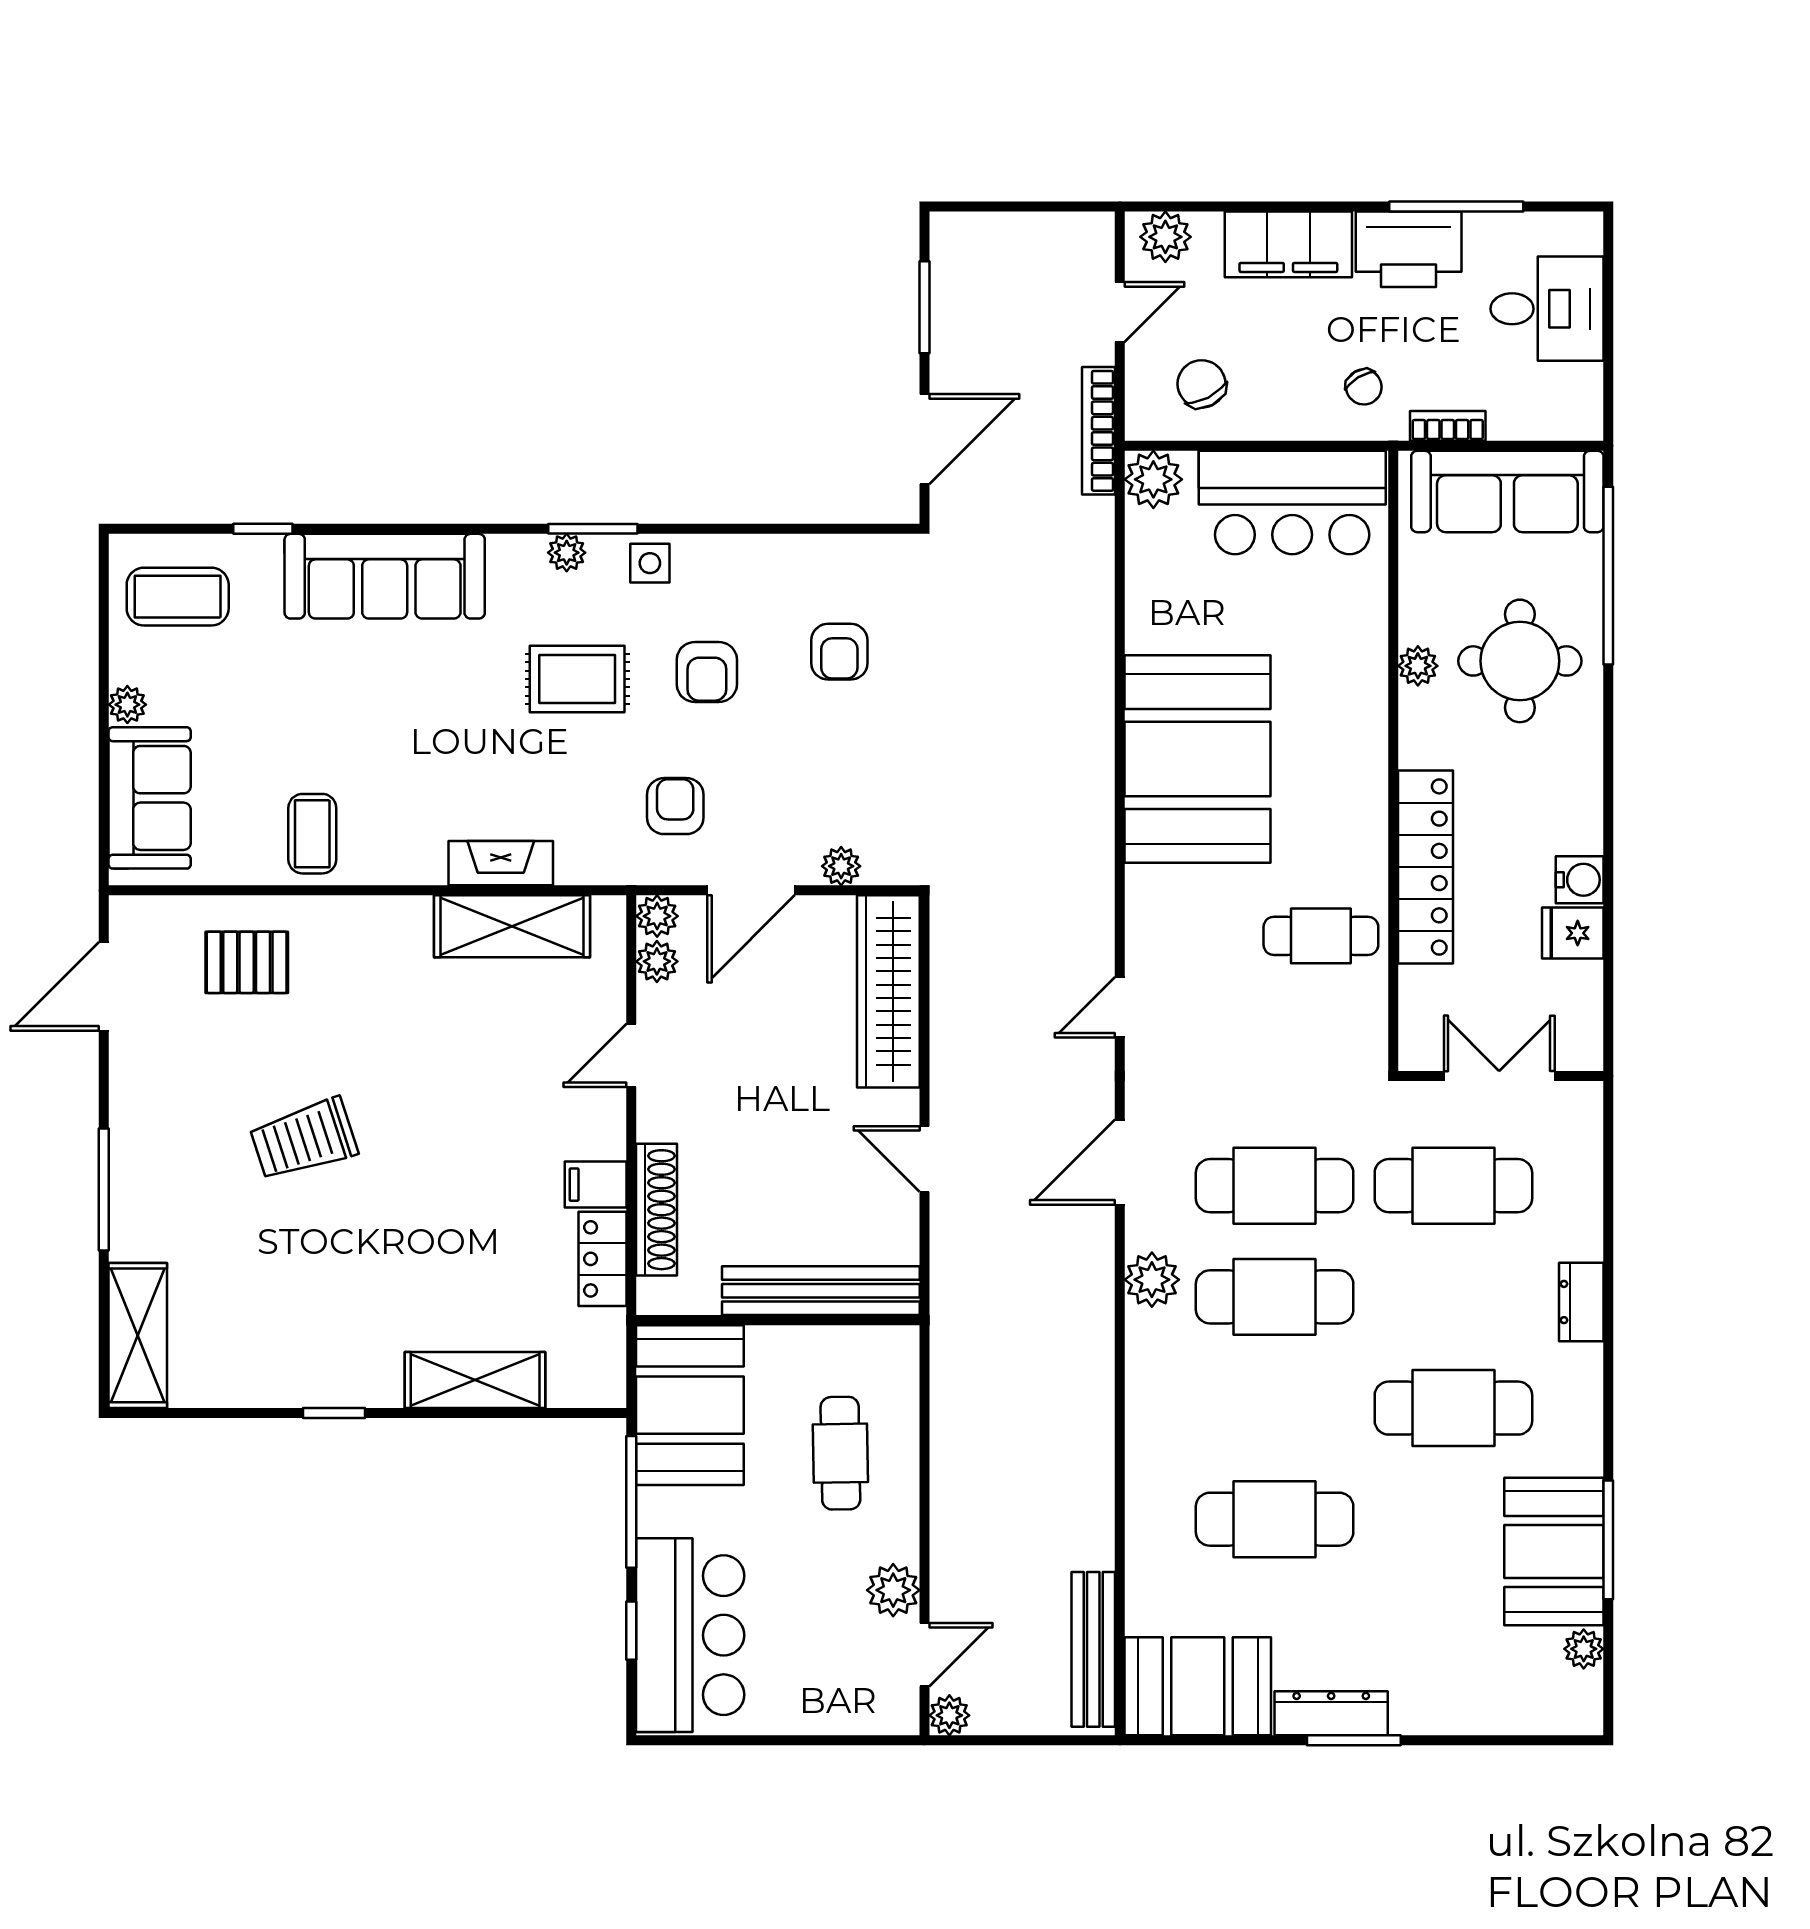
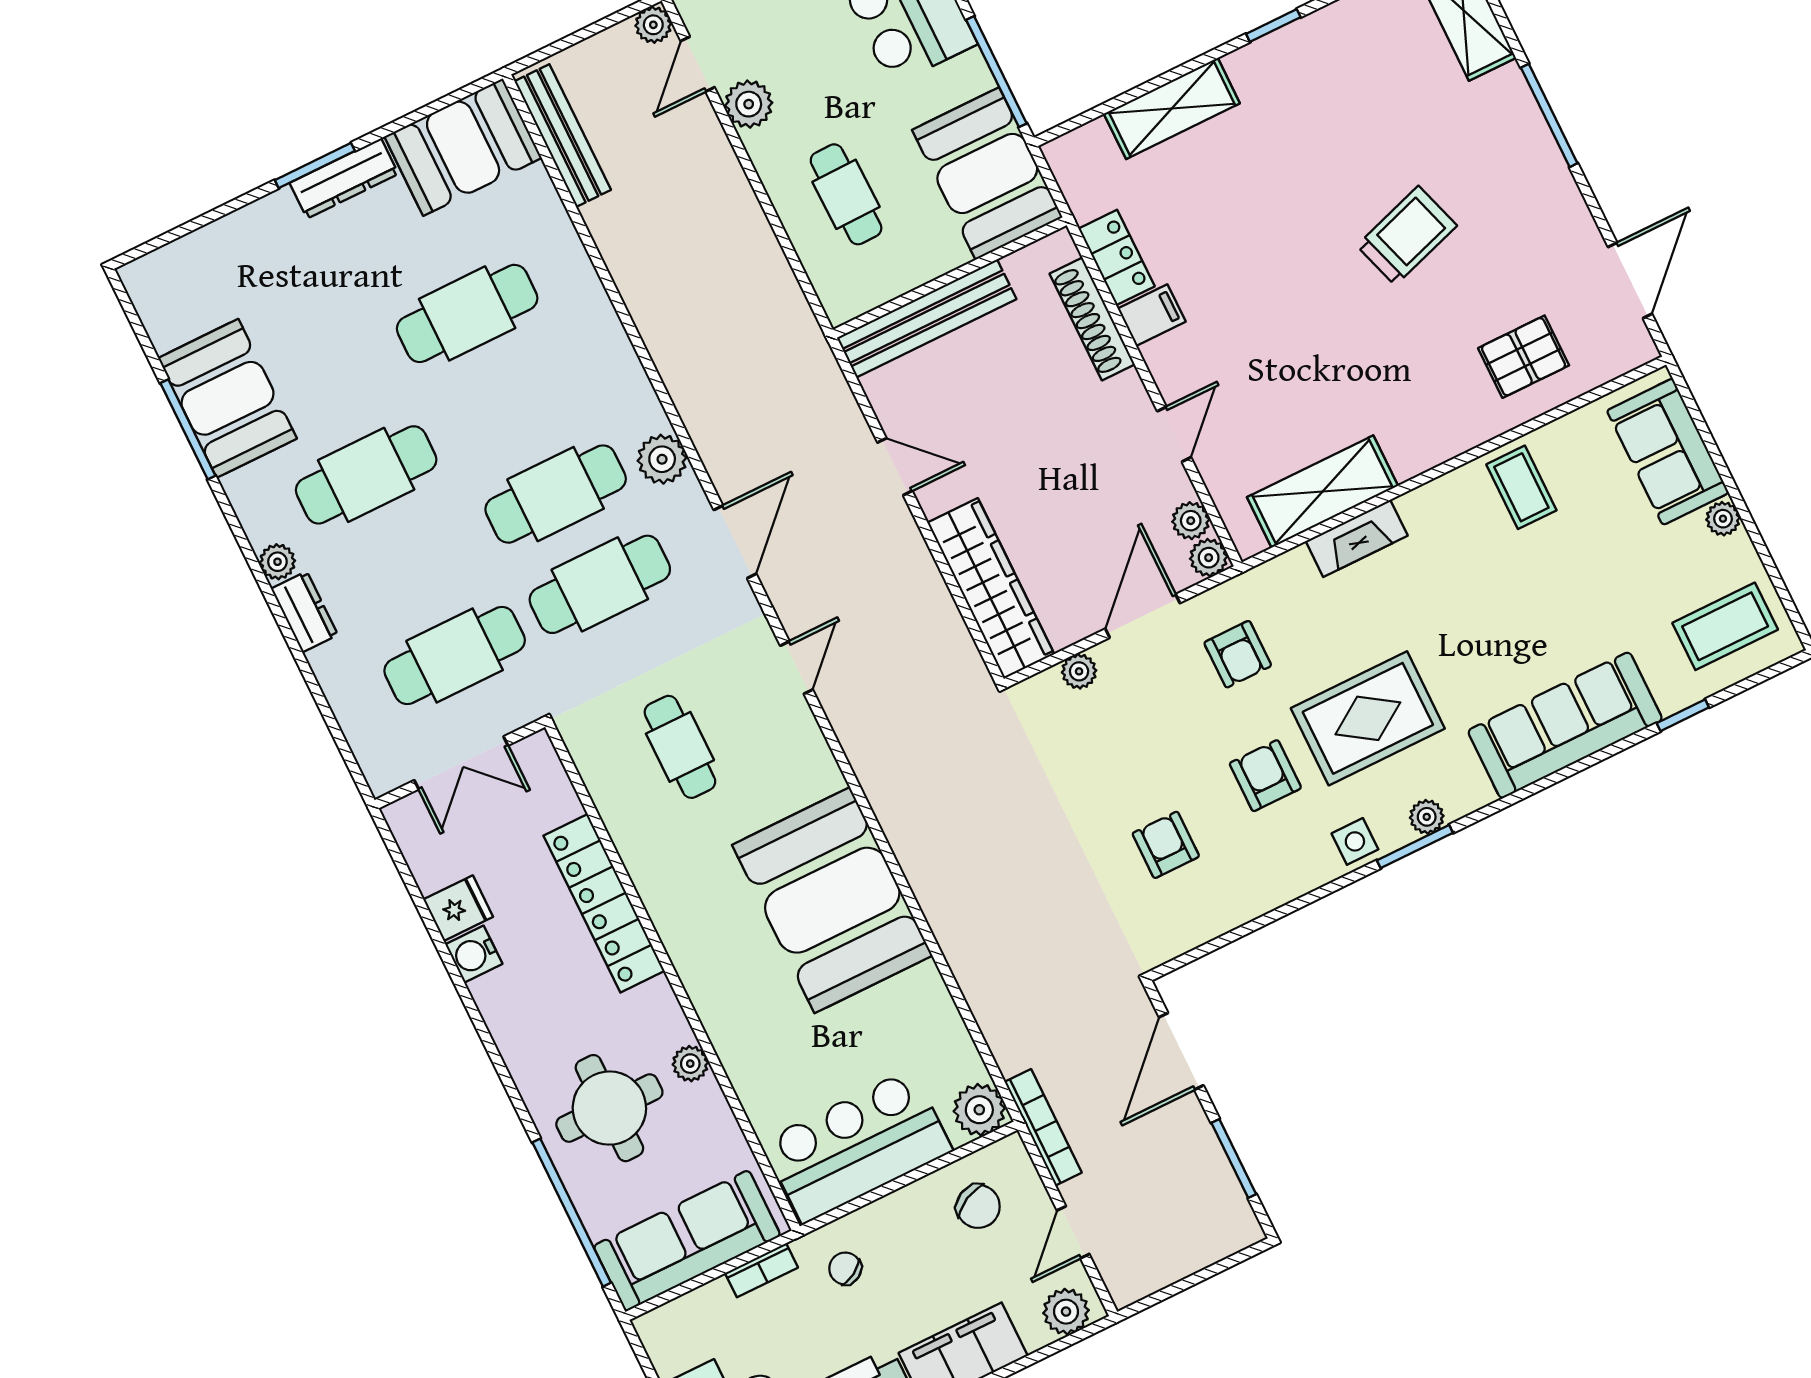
rug: (577, 679) -> (1368, 718), width x1.36, depth x1.43
cafe table: (1321, 936) -> (680, 747), moved, turned 90
plant: (1584, 1649) -> (277, 562), moved

